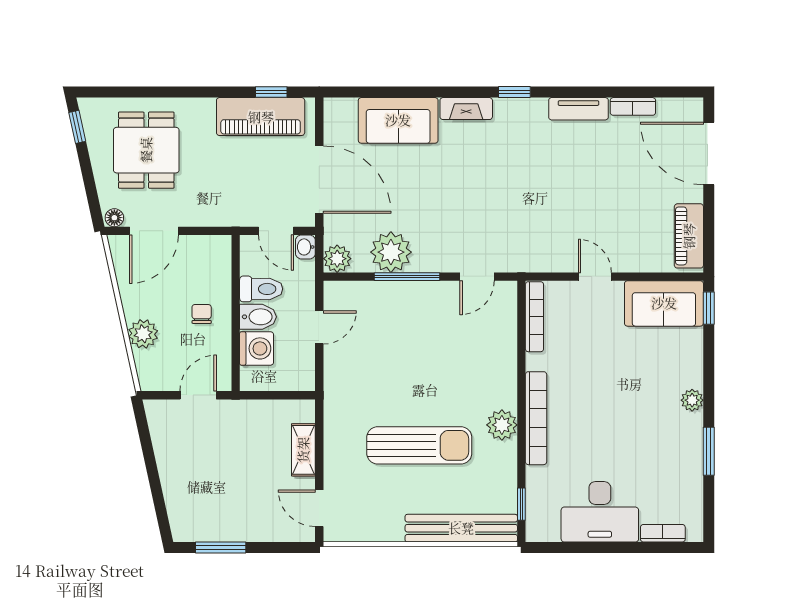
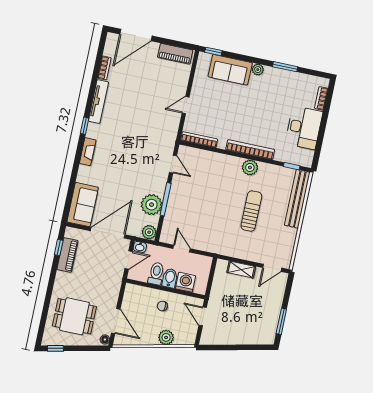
tv unit: (578, 109) -> (98, 102), width x1.41
piano: (261, 117) -> (67, 255), width x0.73, depth x0.75
sofa: (398, 120) -> (83, 205), moved
sofa: (664, 303) -> (230, 70), moved, turned 90
sun lounger: (419, 445) -> (251, 211), width x0.73, depth x0.75

